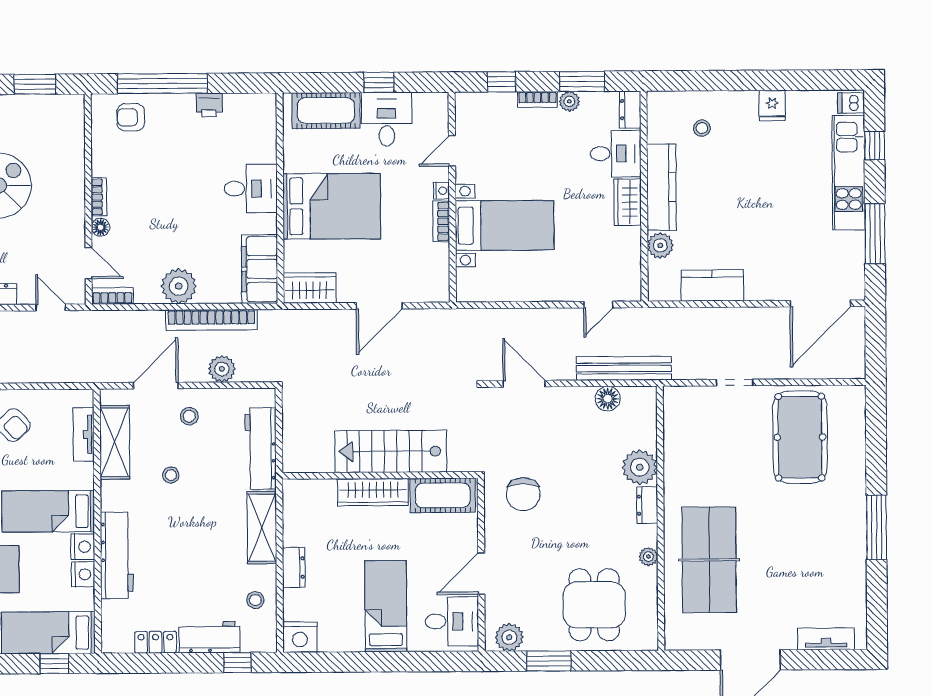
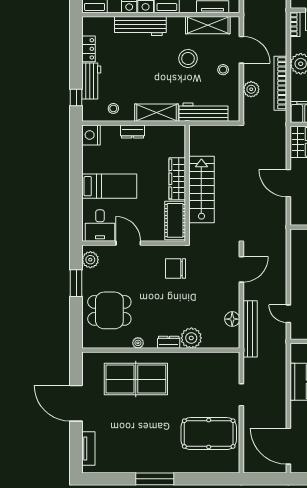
stool: (171, 475) -> (188, 59), width x1.89, depth x1.89

